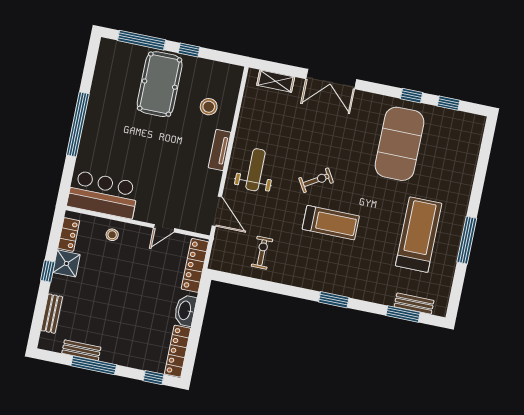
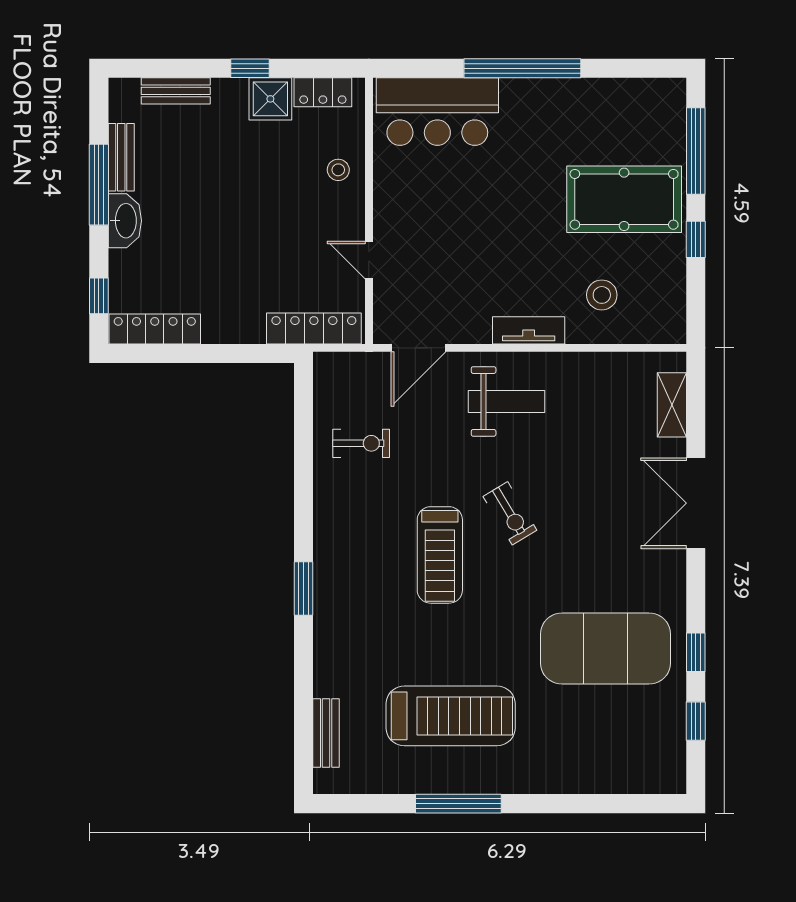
bar counter: (103, 194) -> (437, 112), moved, turned 90
washbasin: (185, 310) -> (125, 221), moved, turned 90
window: (403, 314) -> (303, 717), removed

